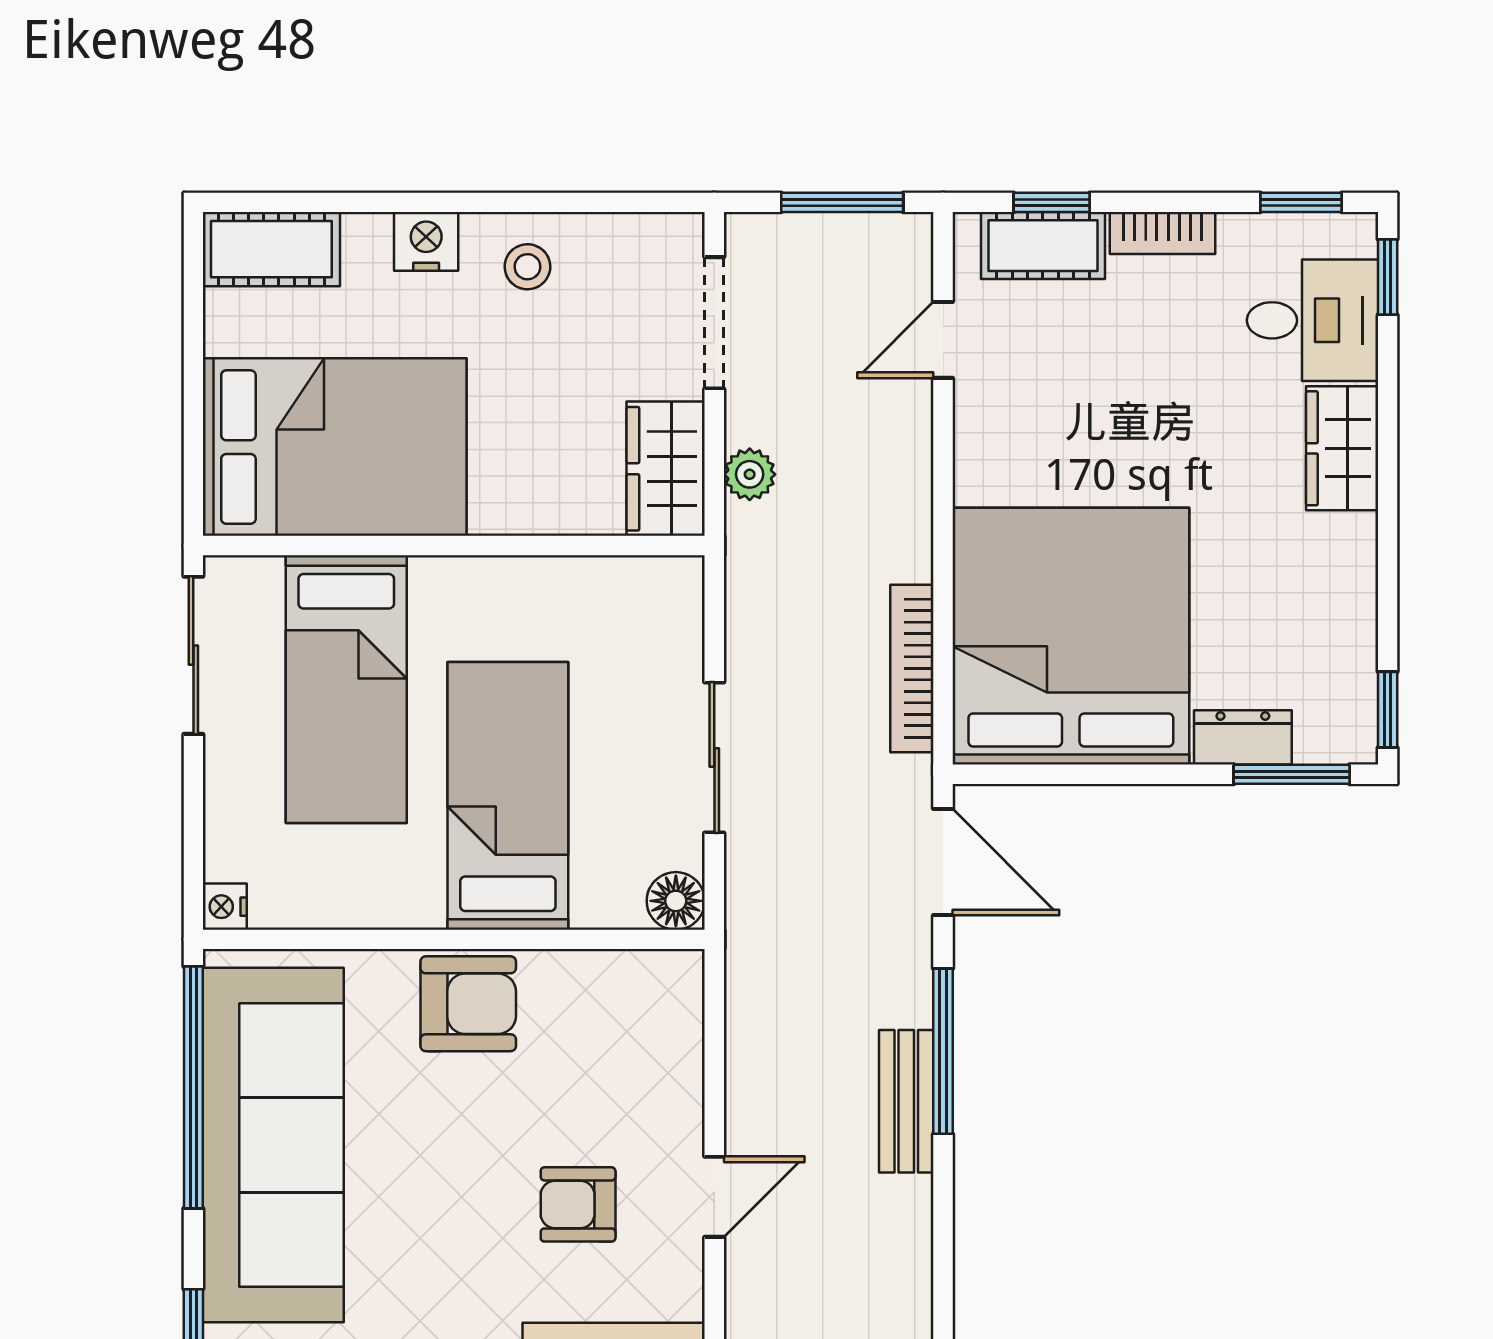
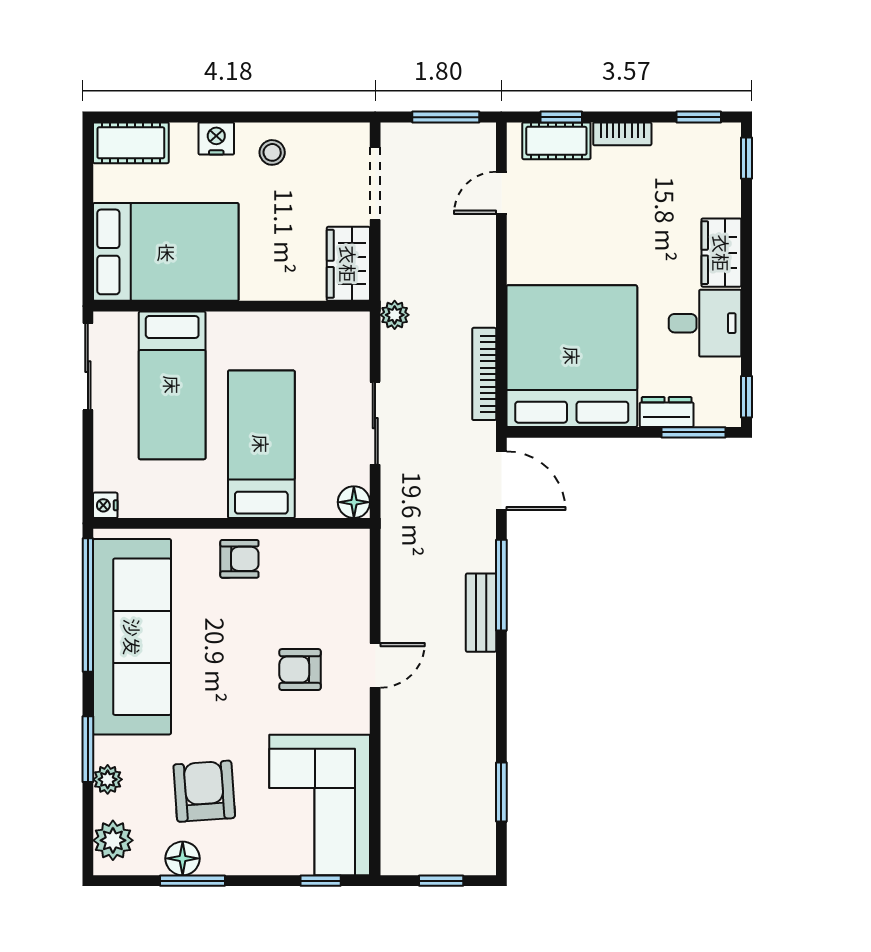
desk: (1313, 320) -> (705, 323), moved
plant: (750, 474) -> (395, 315), moved
armchair: (468, 1004) -> (239, 559), width x0.72, depth x0.72

